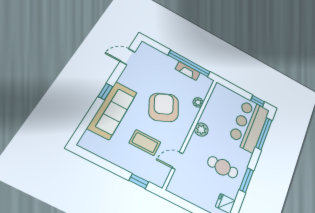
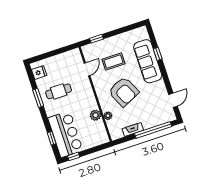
window: (189, 63) -> (153, 130), moved
window: (105, 92) -> (158, 54), moved
plant: (201, 130) -> (95, 115), moved
window: (264, 134) -> (52, 138), width x0.46

